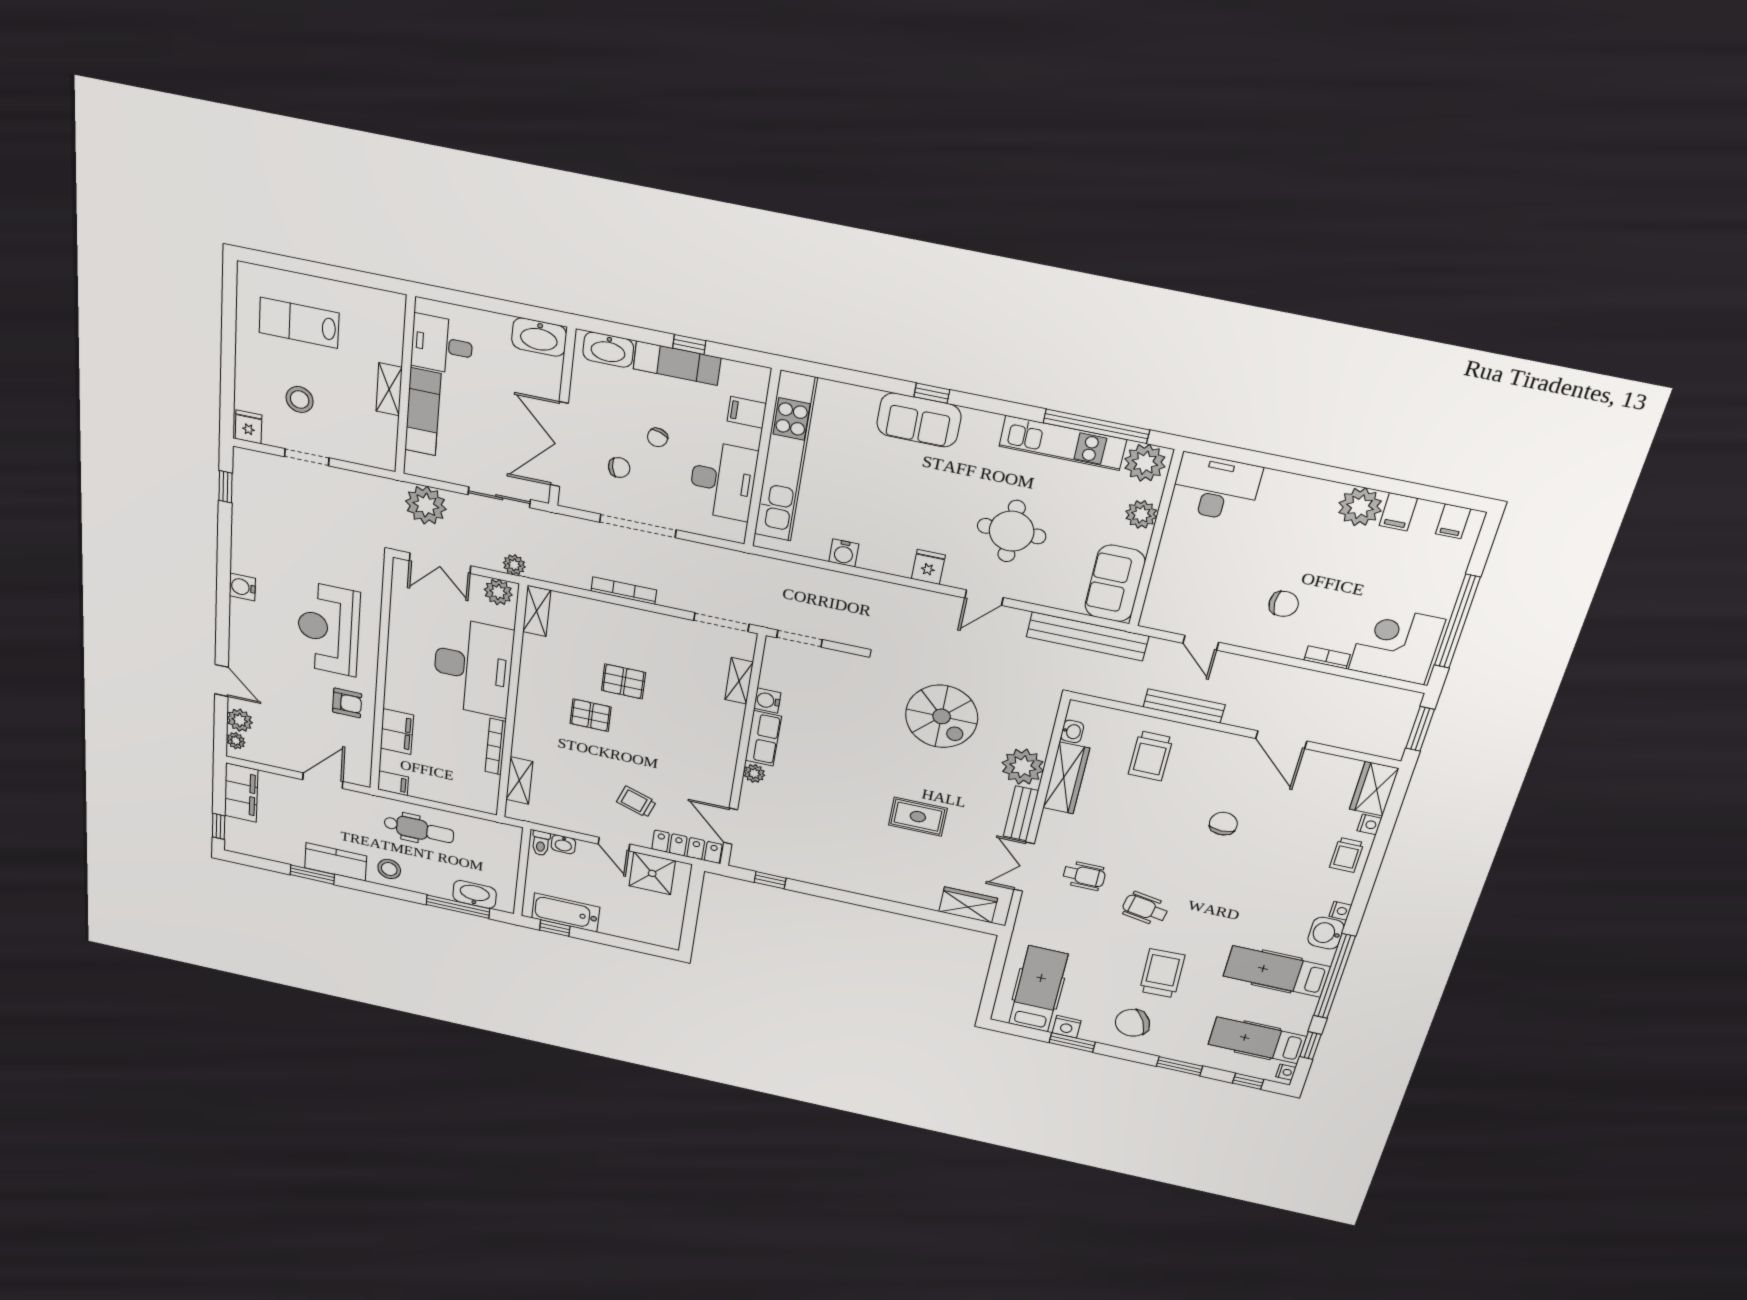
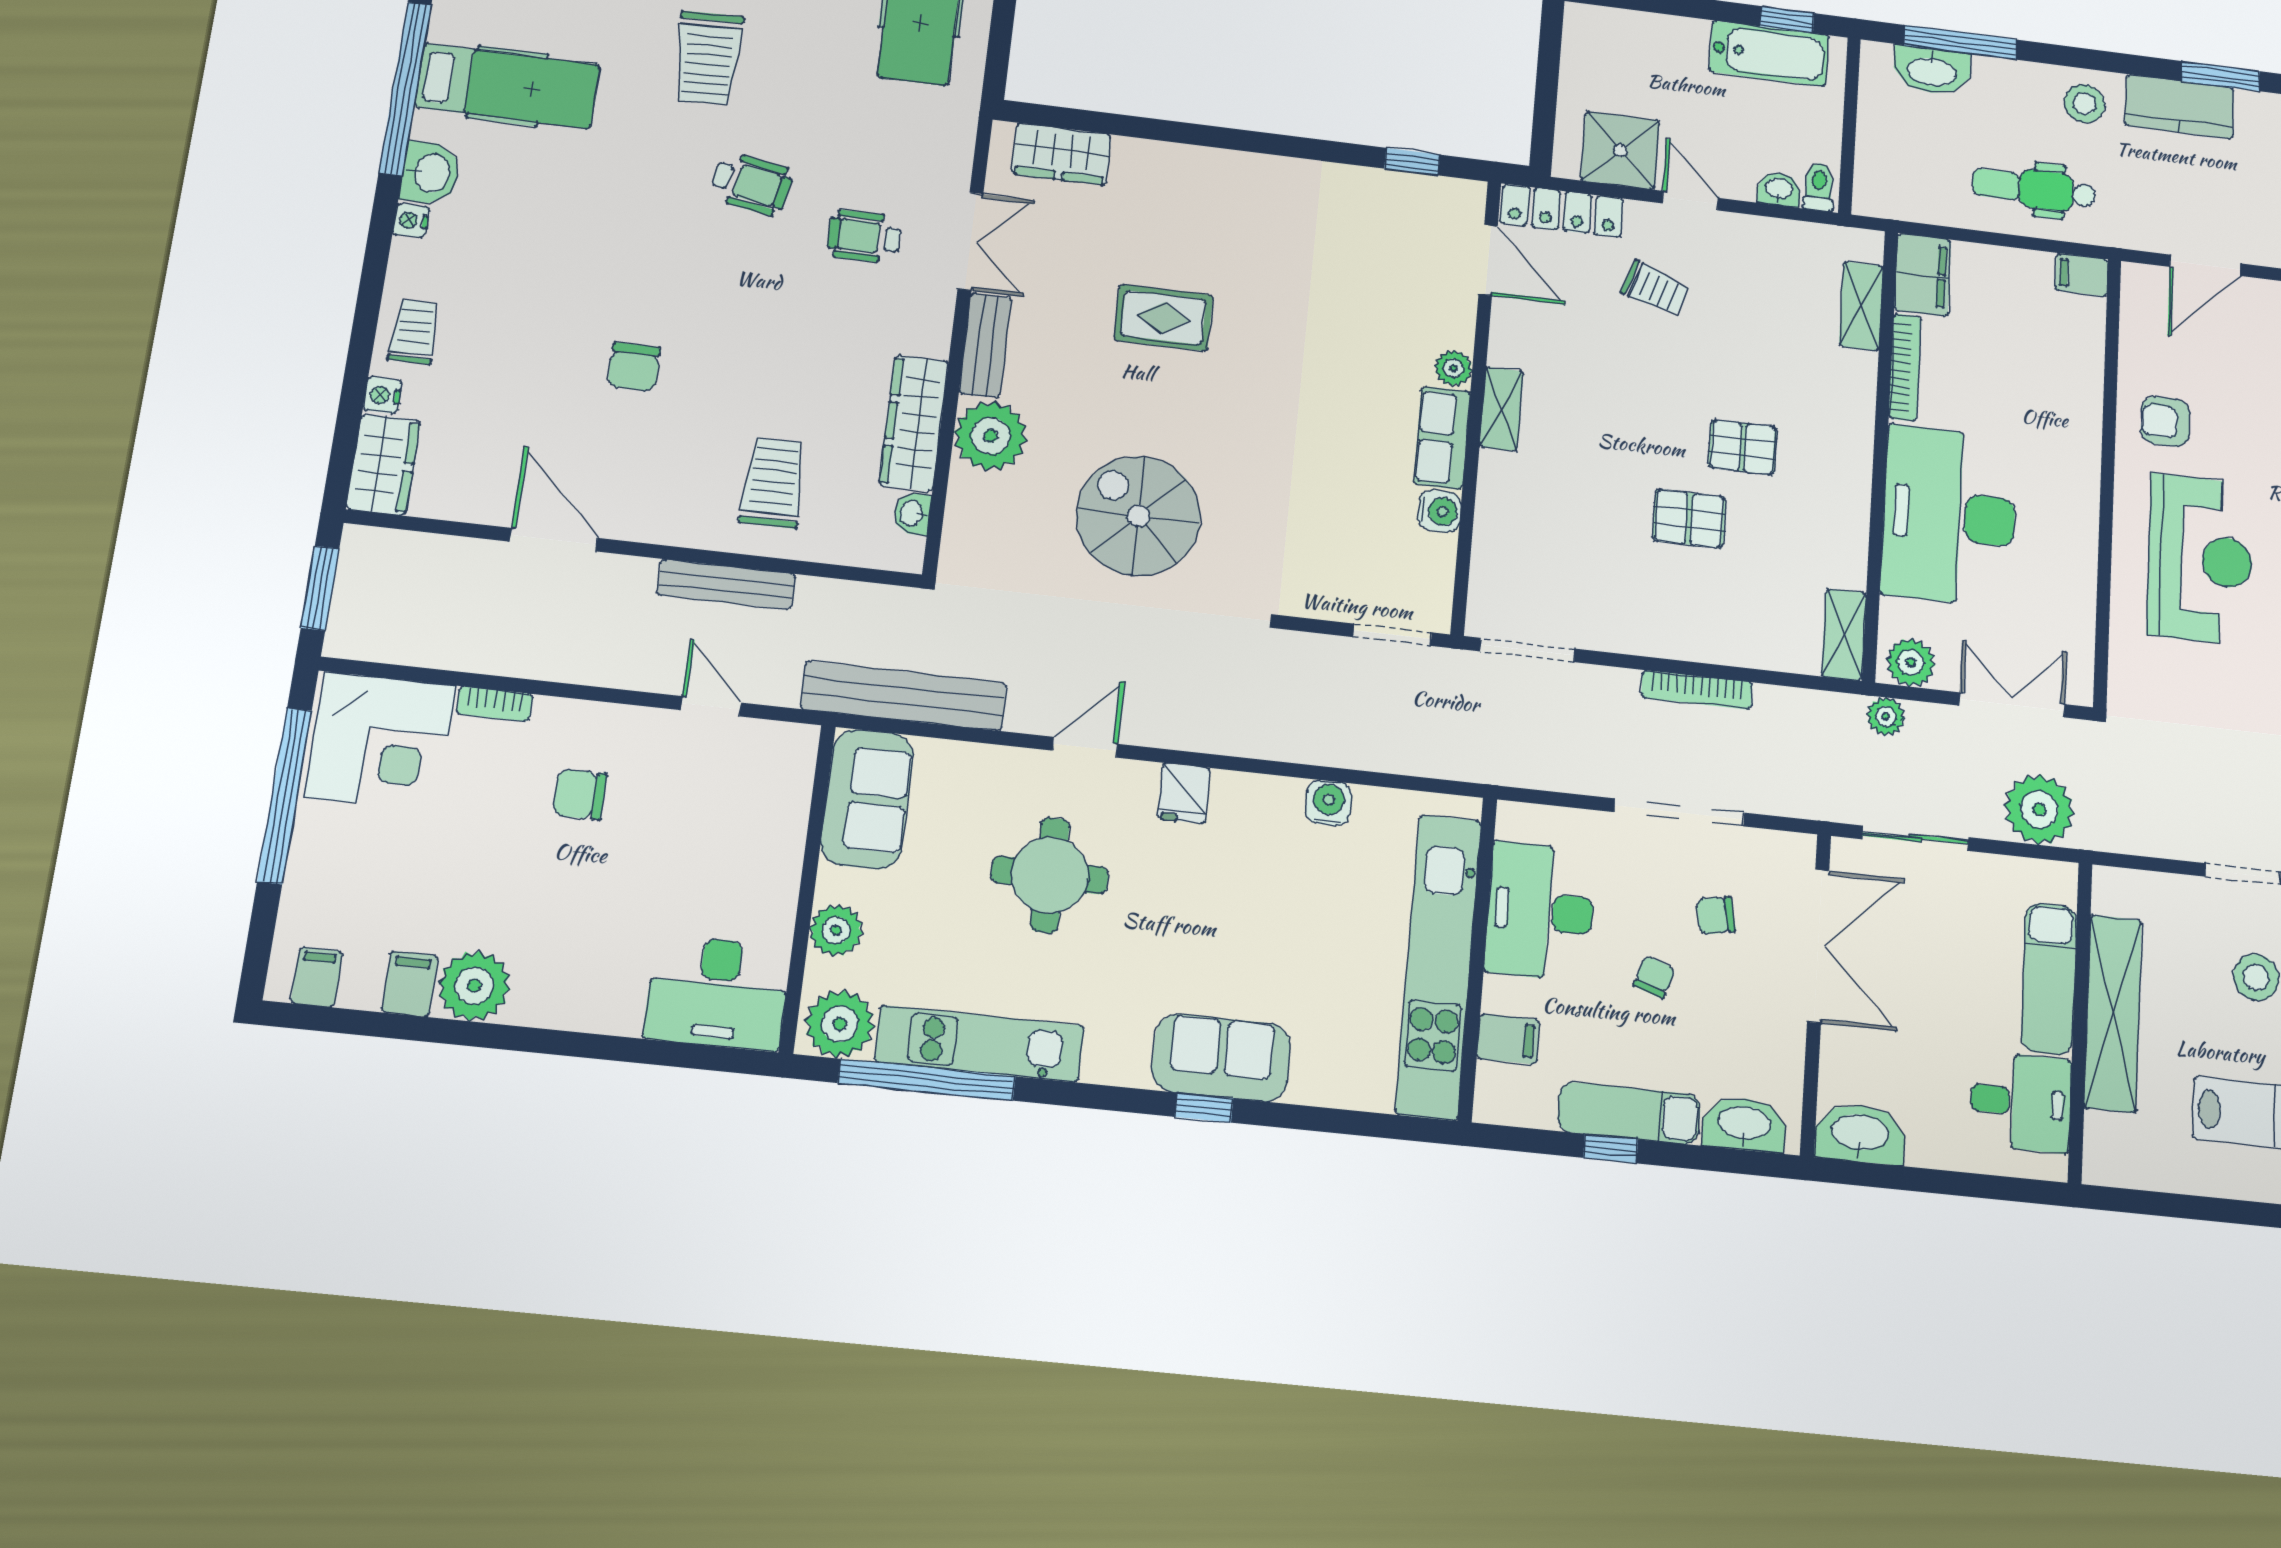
shelving: (389, 389) -> (2113, 1013), width x2.20, depth x1.33
shelving: (739, 681) -> (1502, 409), moved
filing cabinet: (397, 732) -> (1923, 275), moved, turned 180

